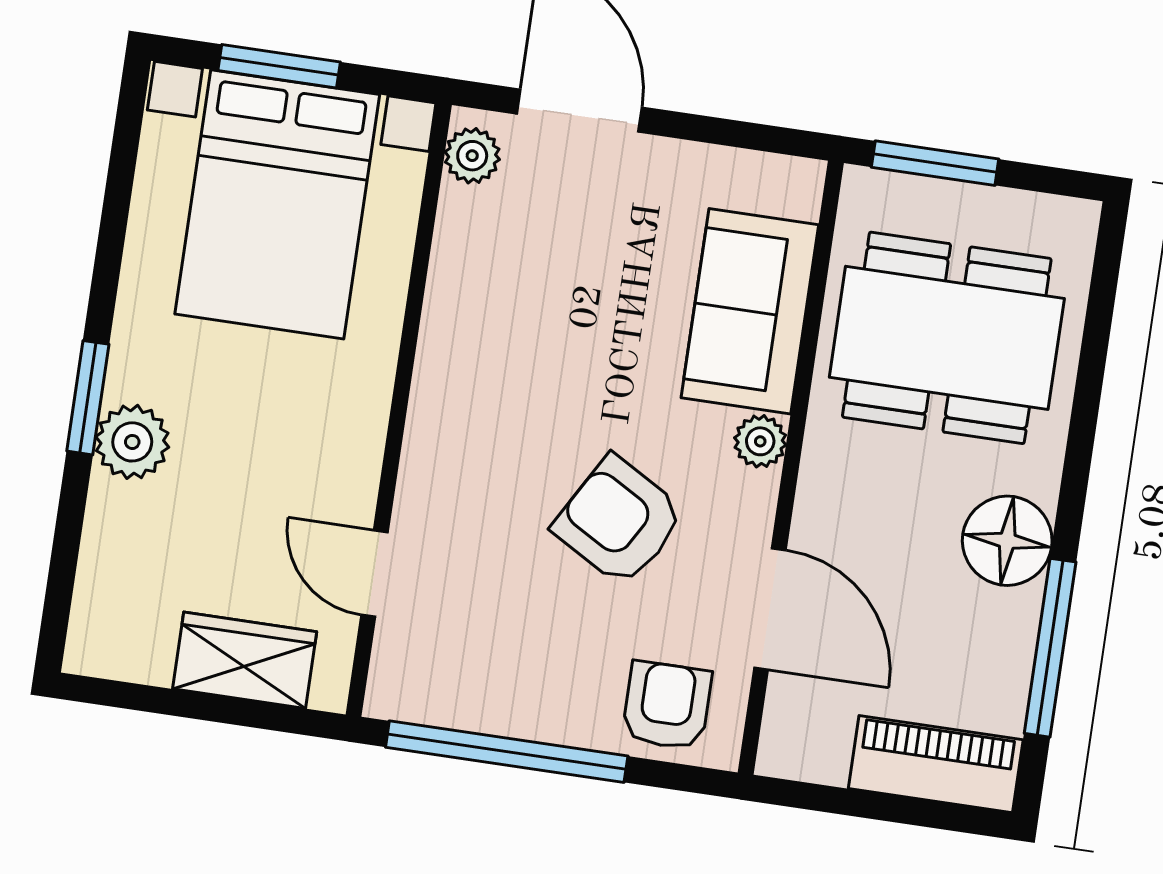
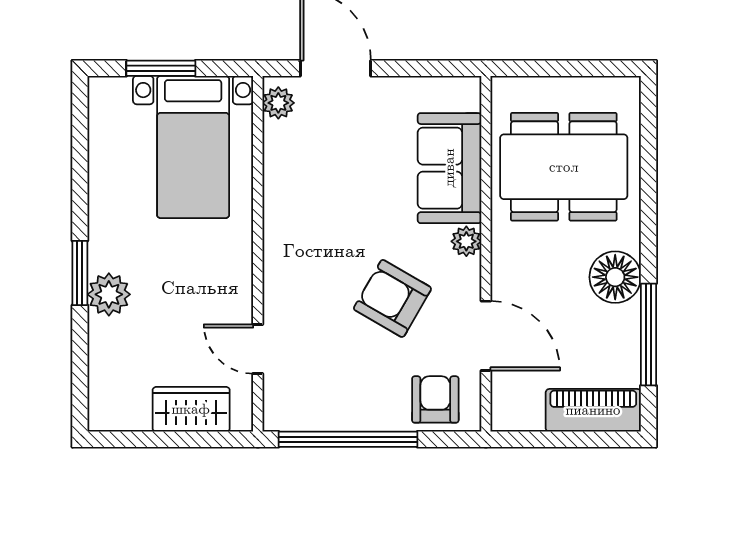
window: (935, 163) -> (542, 68), removed
bed with nightstands: (277, 204) -> (193, 147), width x0.73

